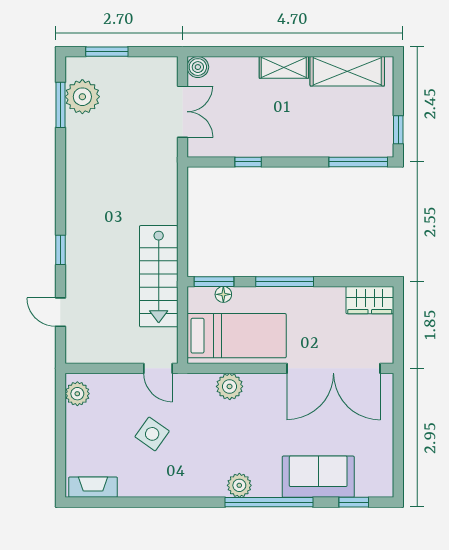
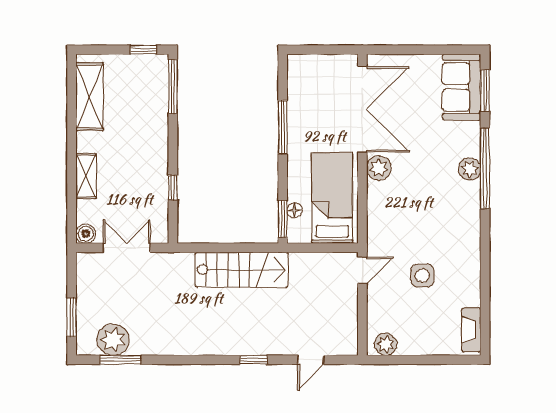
shelving: (284, 67) -> (86, 176), moved
stairs: (159, 276) -> (242, 270), moved
window: (285, 282) -> (283, 127), moved
wardrobe: (370, 300) -> (300, 76), removed
plant: (230, 386) -> (379, 168), moved
side table: (152, 434) -> (422, 276), turned -35
sofa: (318, 477) -> (462, 87), moved
plant: (239, 485) -> (470, 169), moved
window: (354, 502) -> (485, 91), width x1.50

